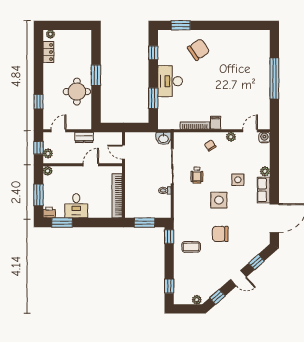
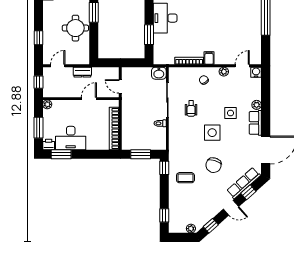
plant: (48, 153) -> (47, 88), removed
desk: (76, 206) -> (71, 138), width x1.37
chair: (220, 234) -> (214, 165), turned -73
row of seats: (251, 252) -> (244, 183), added

